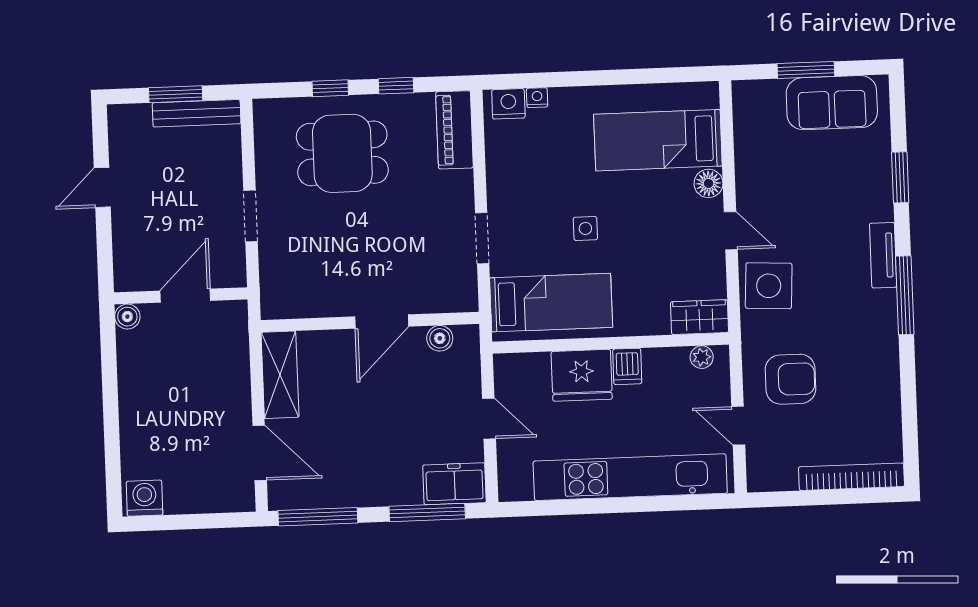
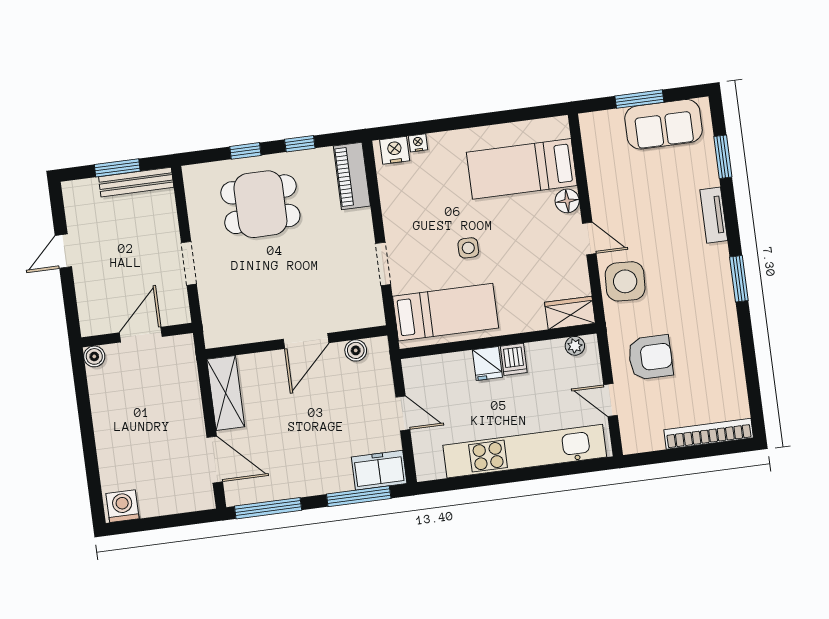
window: (900, 177) -> (723, 157), moved
tv unit: (883, 255) -> (714, 215), moved
window: (905, 295) -> (739, 279), width x0.69
fridge: (582, 375) -> (487, 364), width x0.53, depth x0.75

